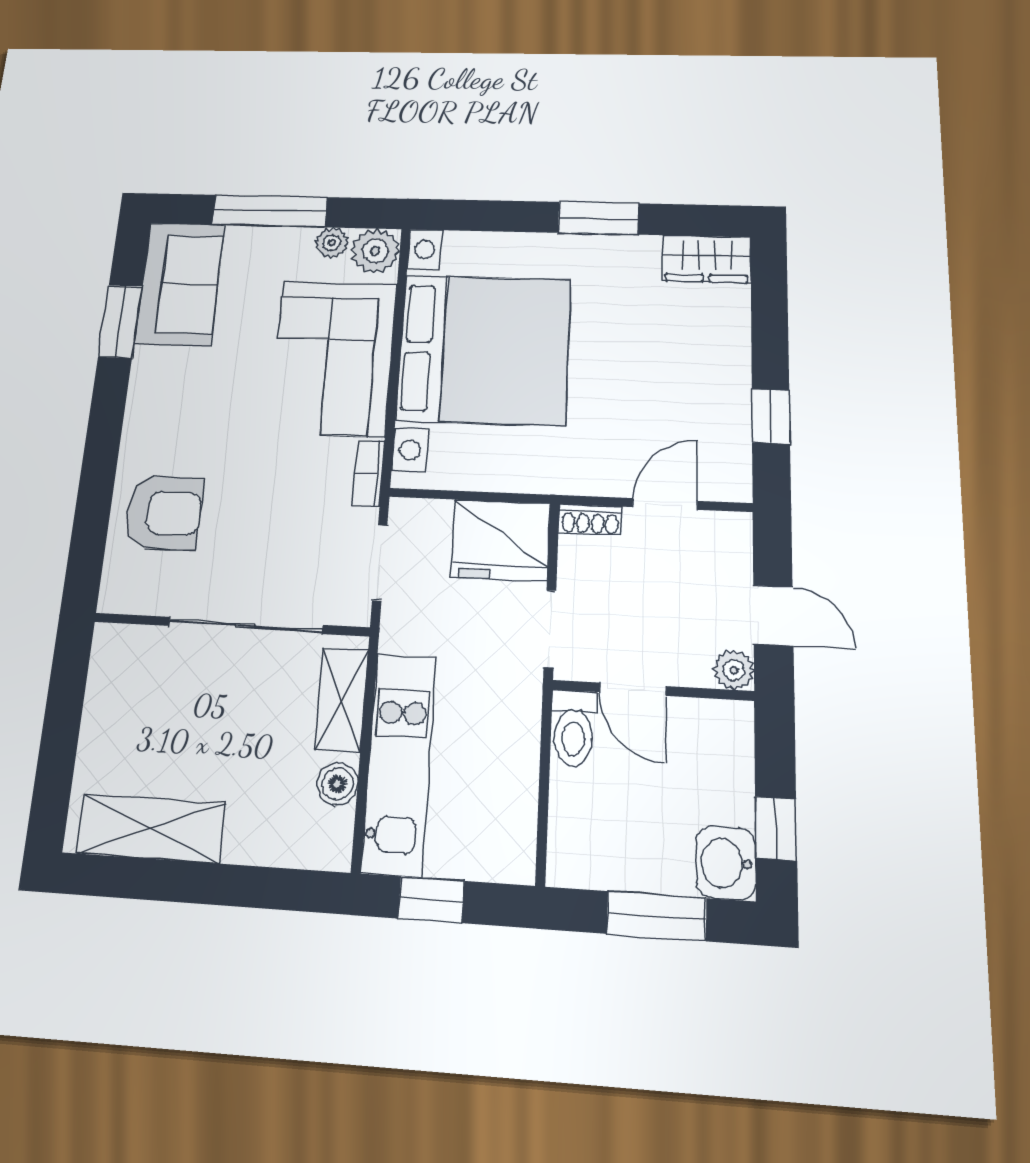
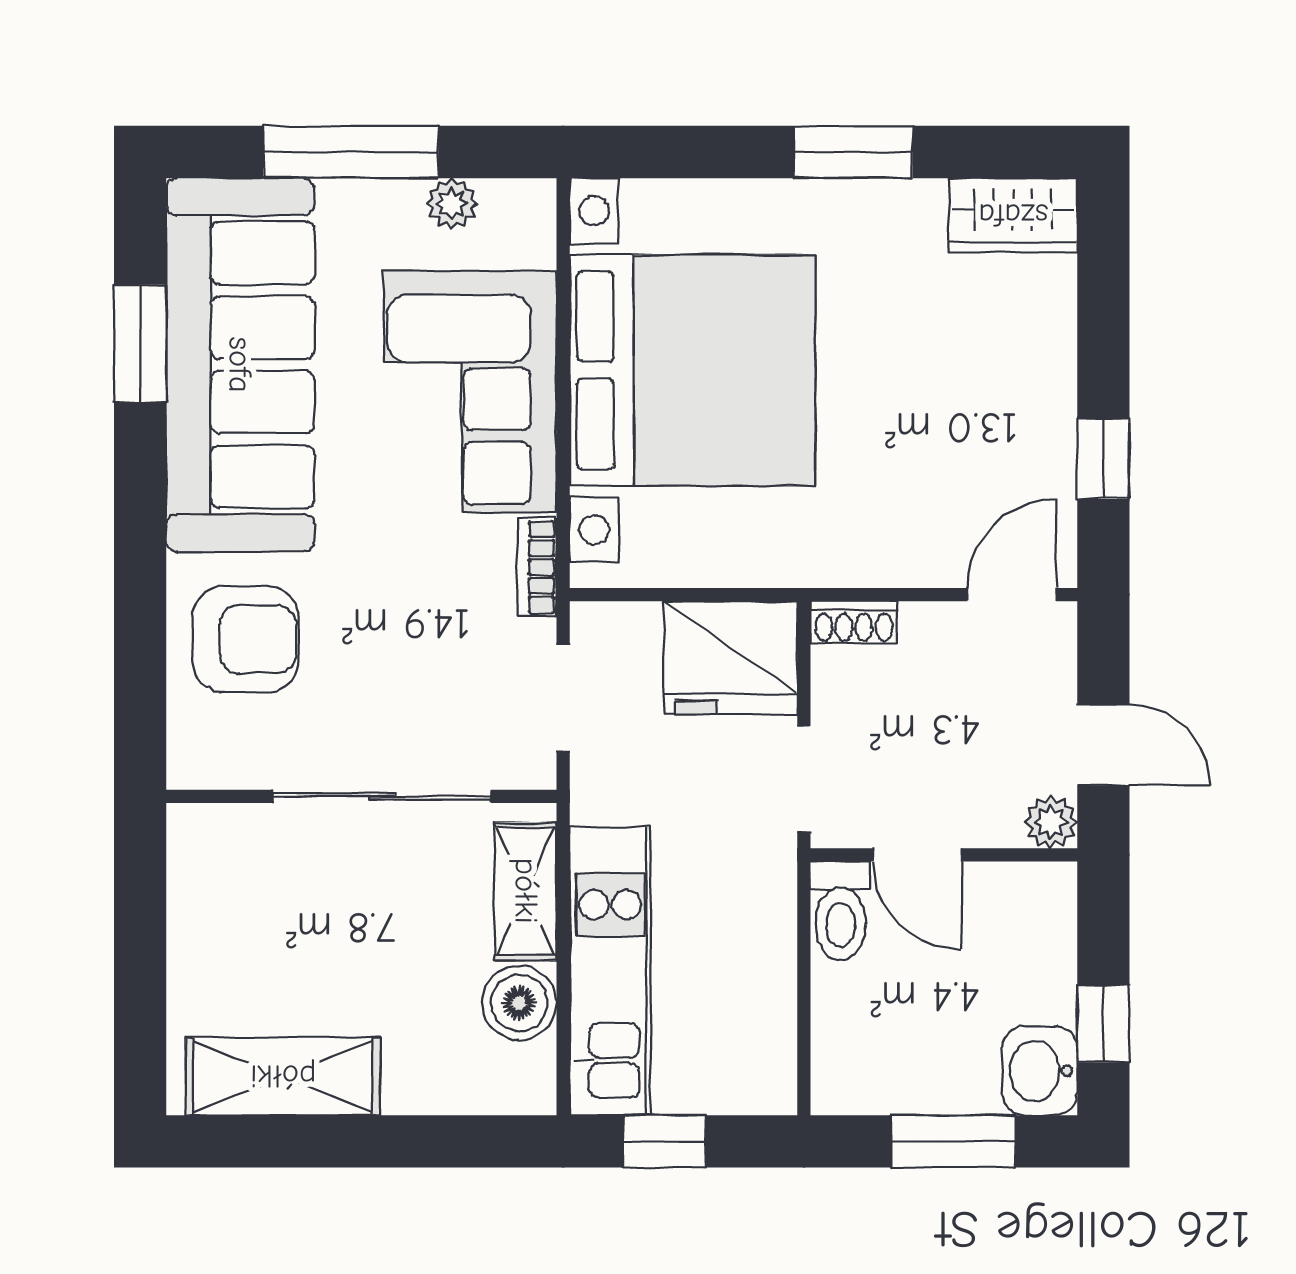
plant: (375, 251) -> (519, 215), removed
sofa: (180, 284) -> (240, 365), width x1.85, depth x1.27
door: (665, 504) -> (1012, 595), moved
boiler: (337, 784) -> (519, 1003), width x1.36, depth x1.36

